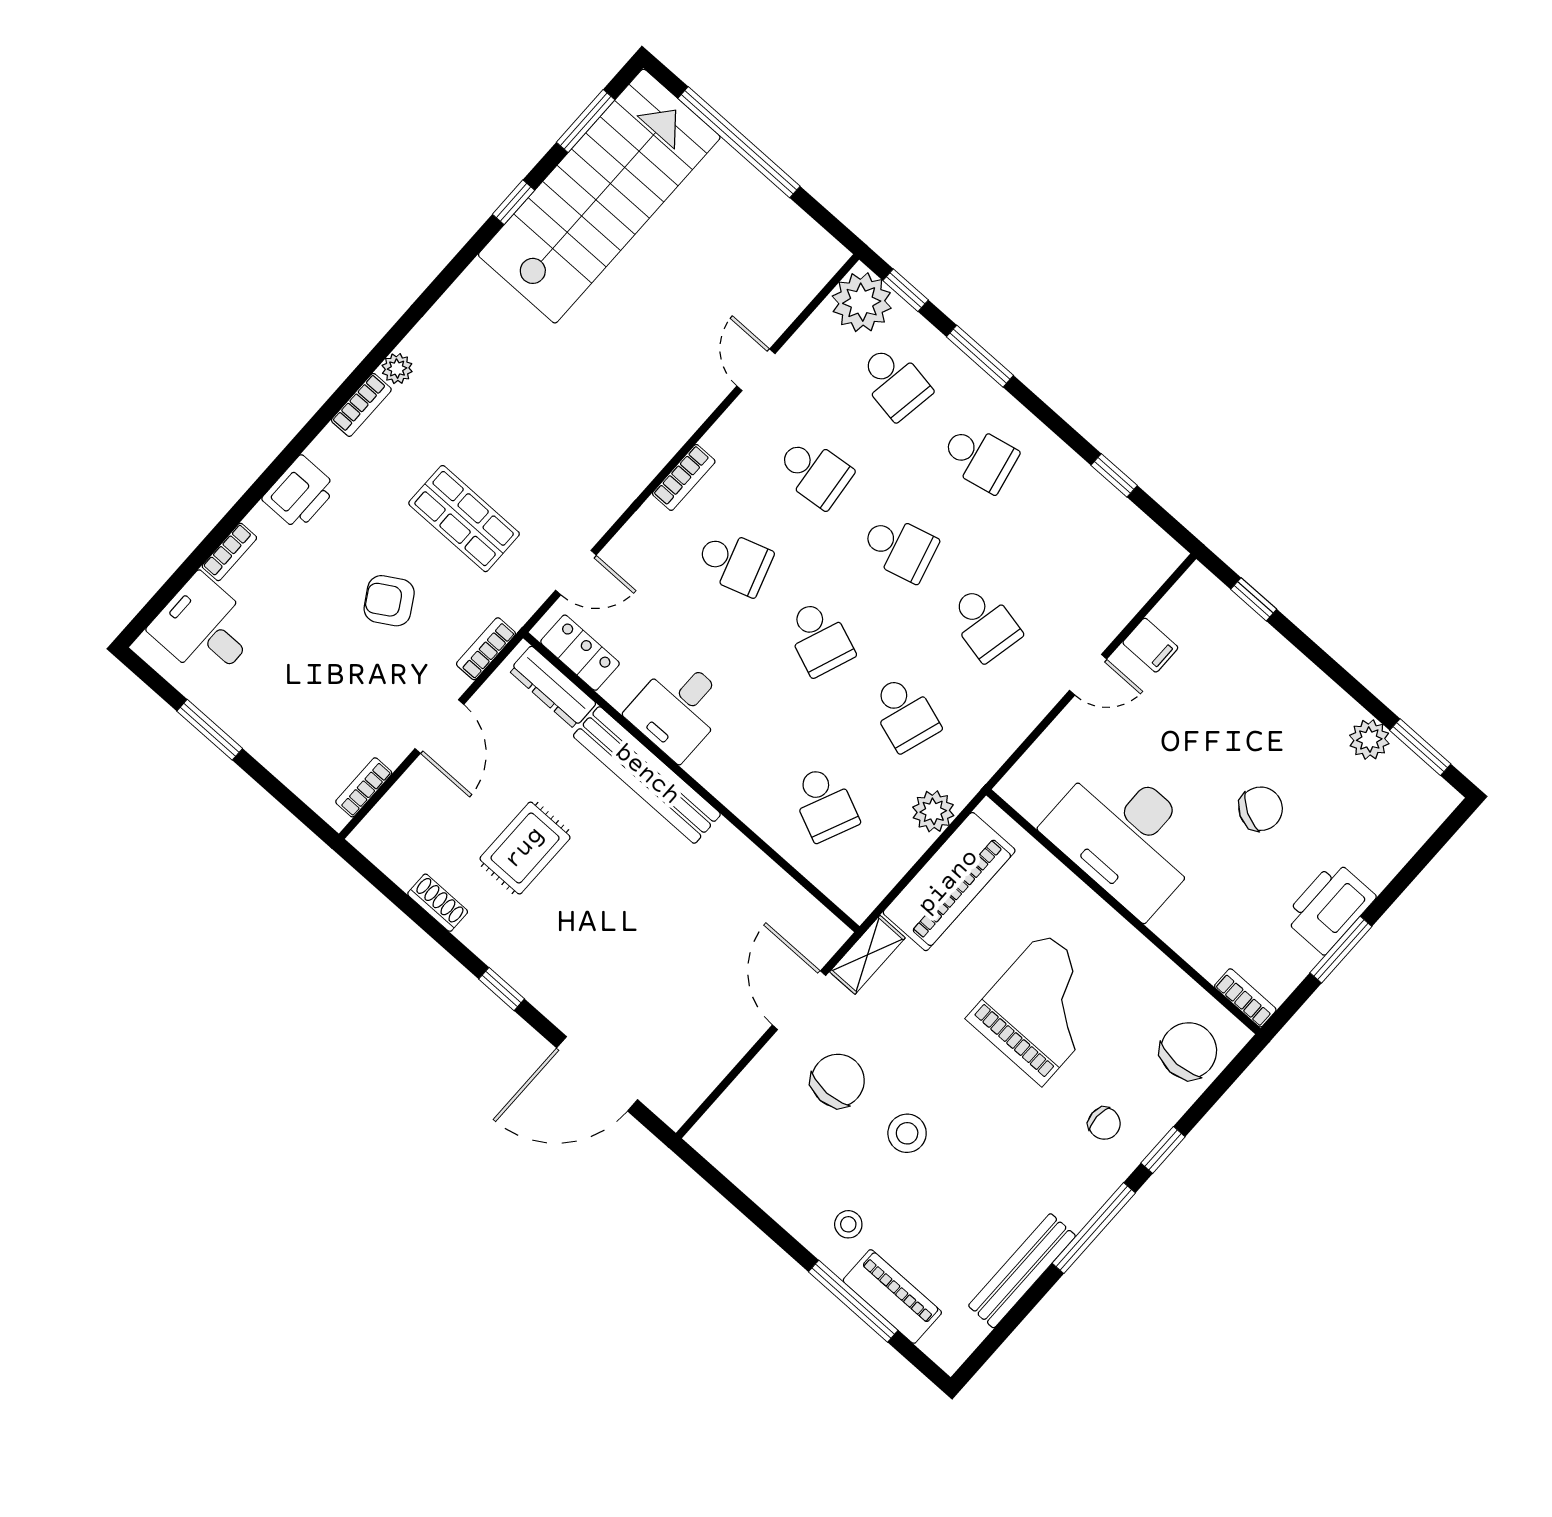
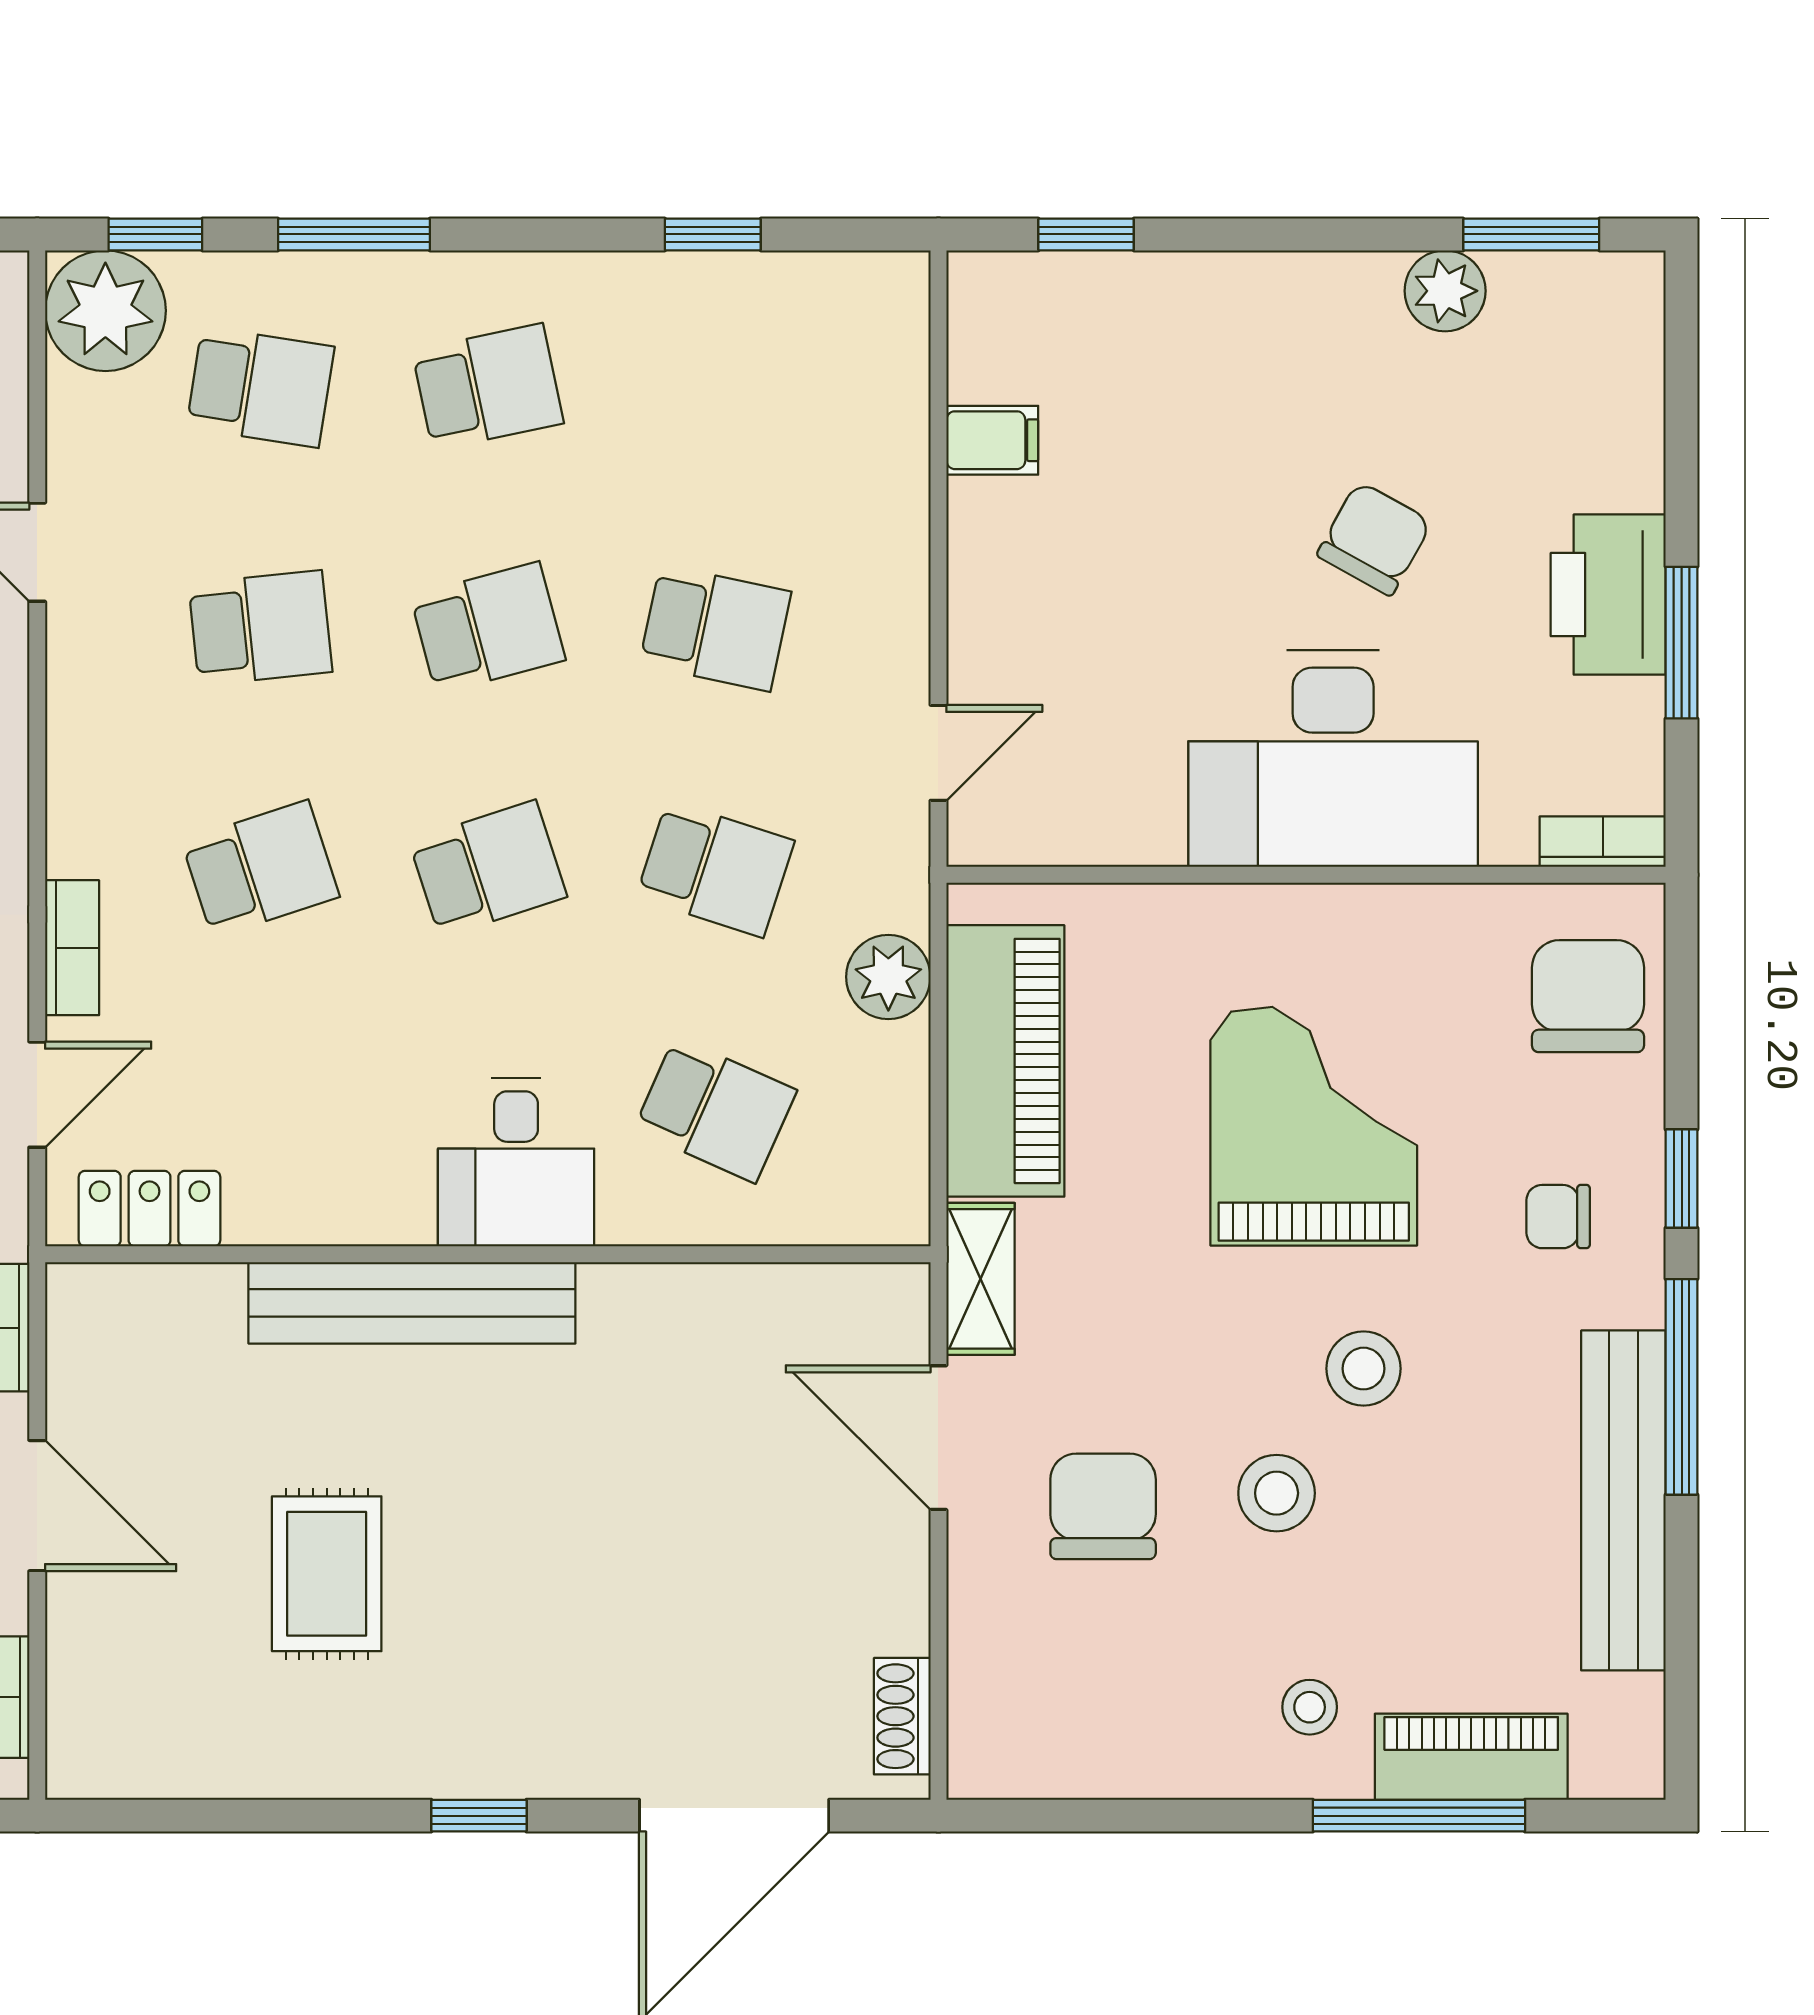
bookcase: (684, 477) -> (72, 948), moved
school desk: (819, 638) -> (488, 869), turned -39
door: (1088, 675) -> (938, 753), moved
dresser: (553, 687) -> (154, 1297), removed
desk: (678, 709) -> (516, 1162), moved
desk: (1126, 836) -> (1333, 759), moved
shoe rack: (438, 903) -> (902, 1716), moved, turned -90
stool: (981, 1116) -> (1364, 1369), added
chair: (1104, 1123) -> (1558, 1217), turned 180
bench: (1022, 1271) -> (1623, 1500), width x1.37, depth x1.21

